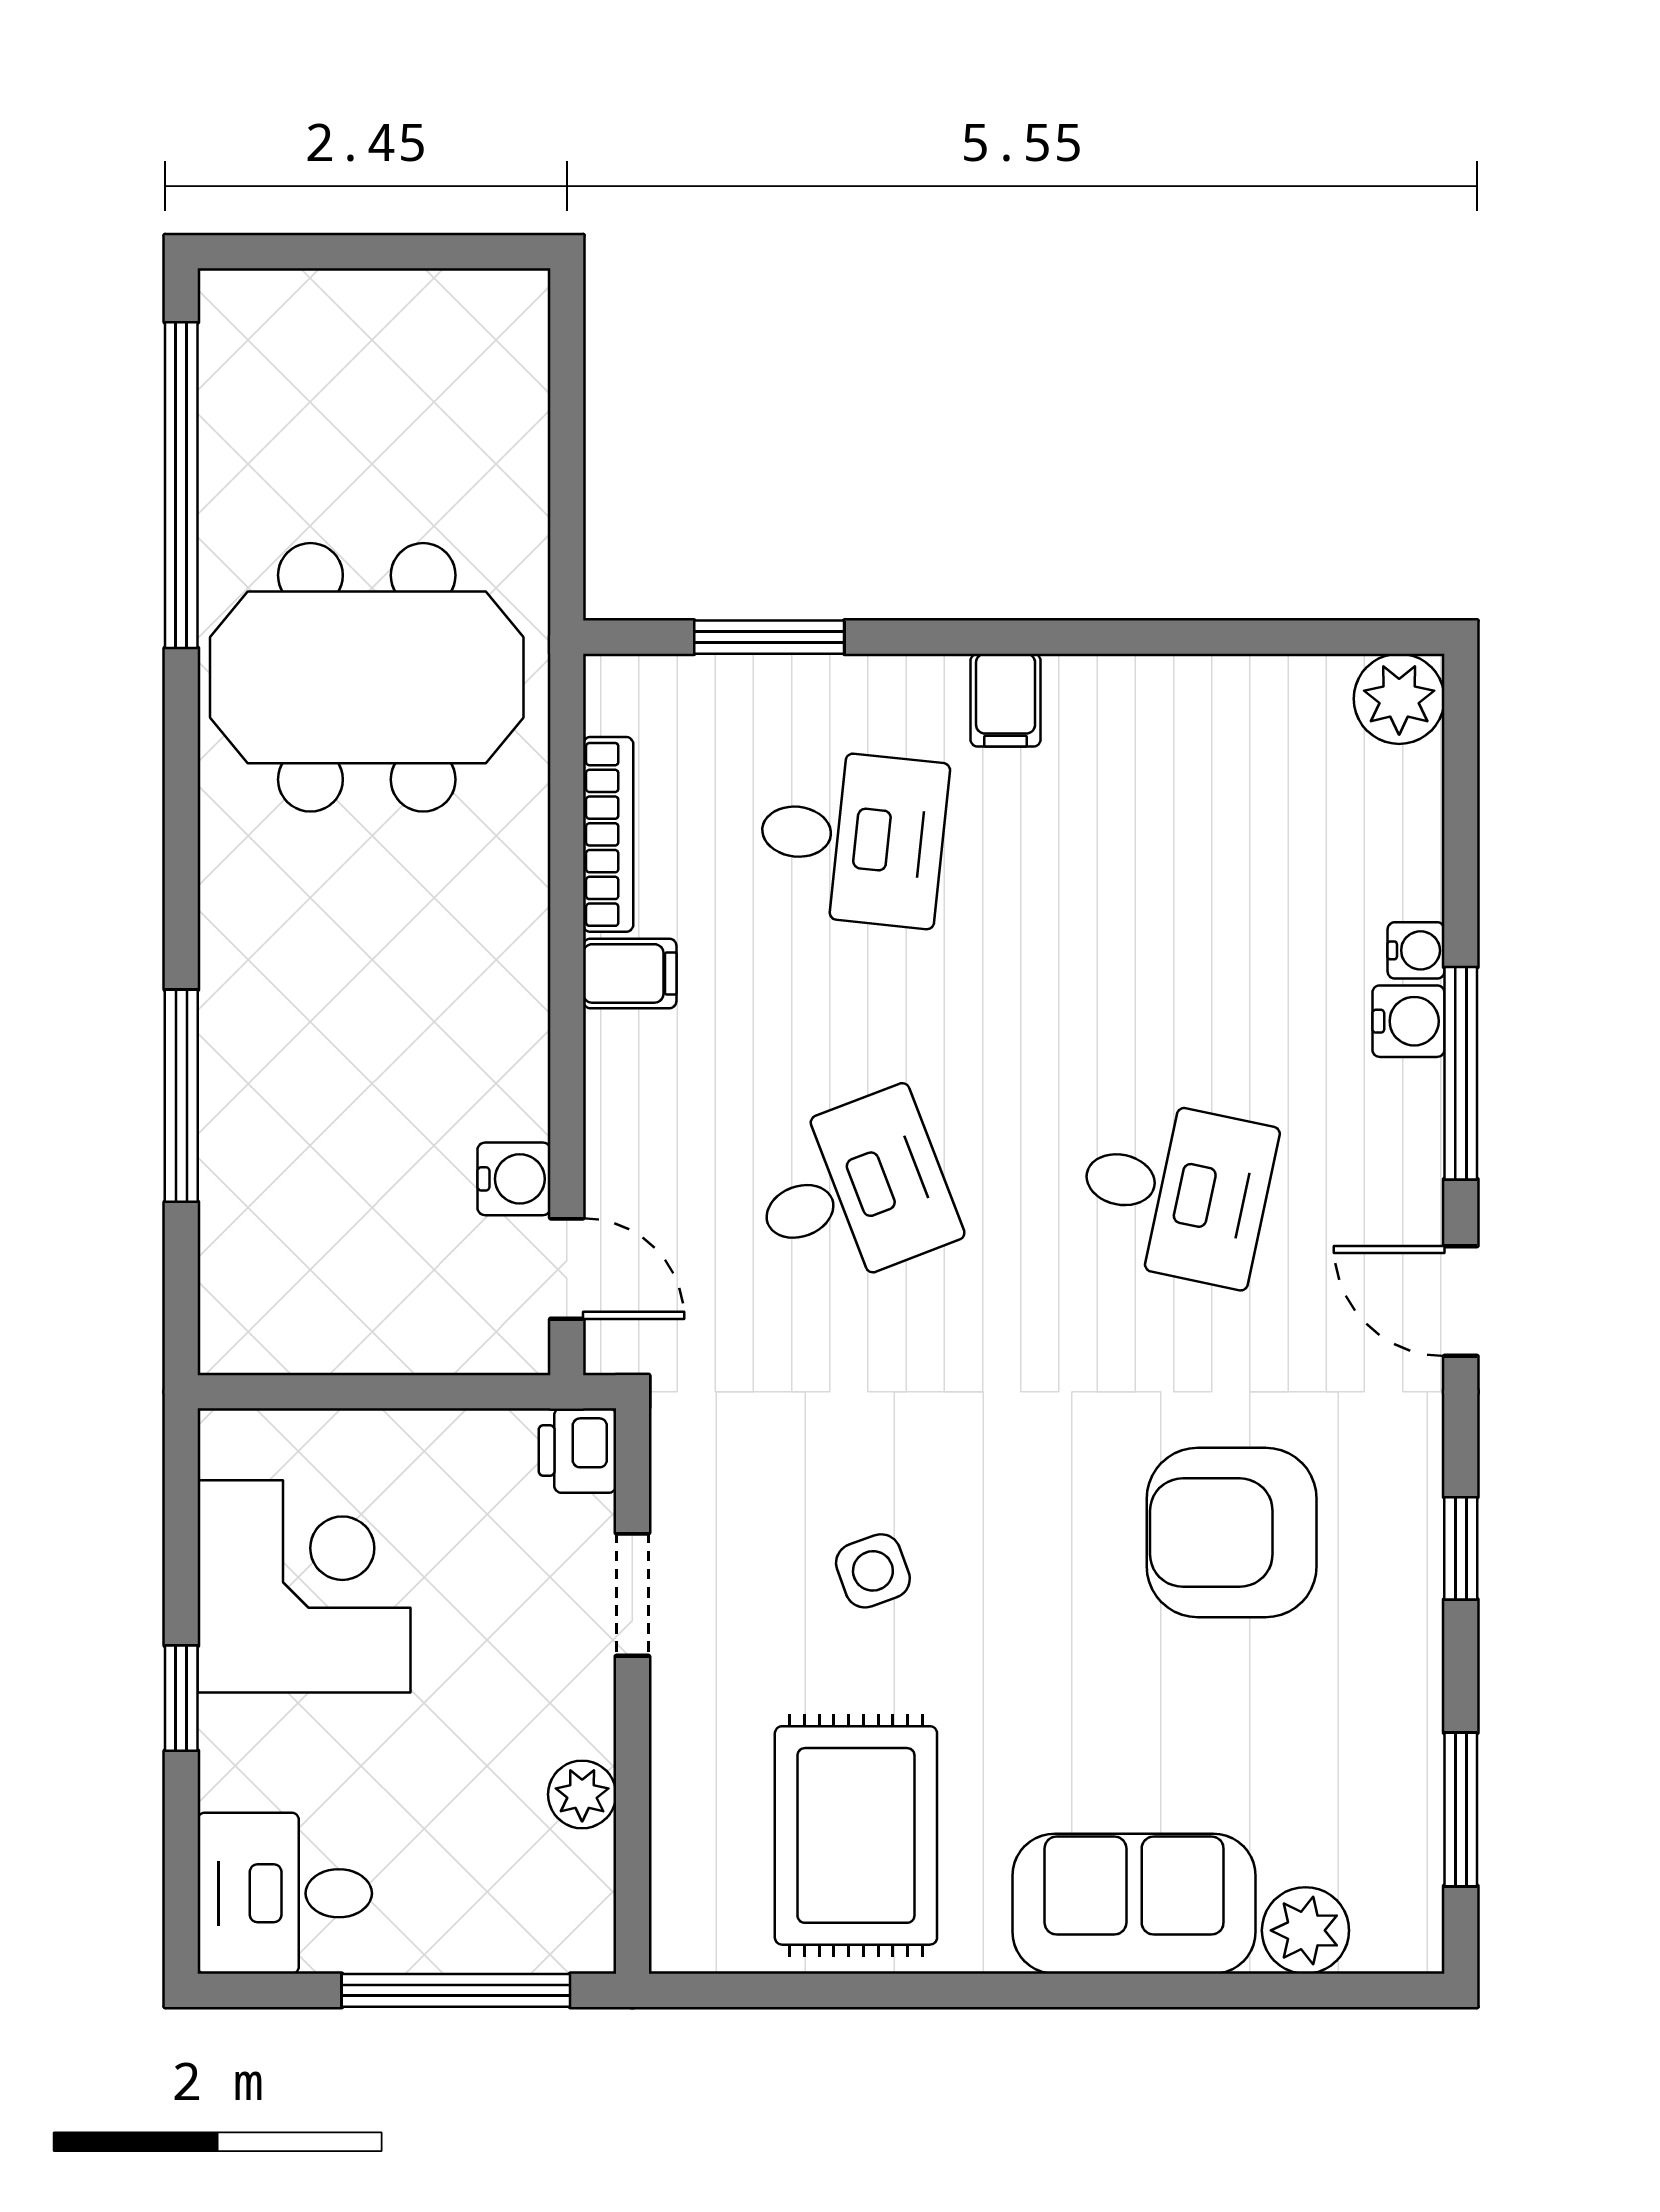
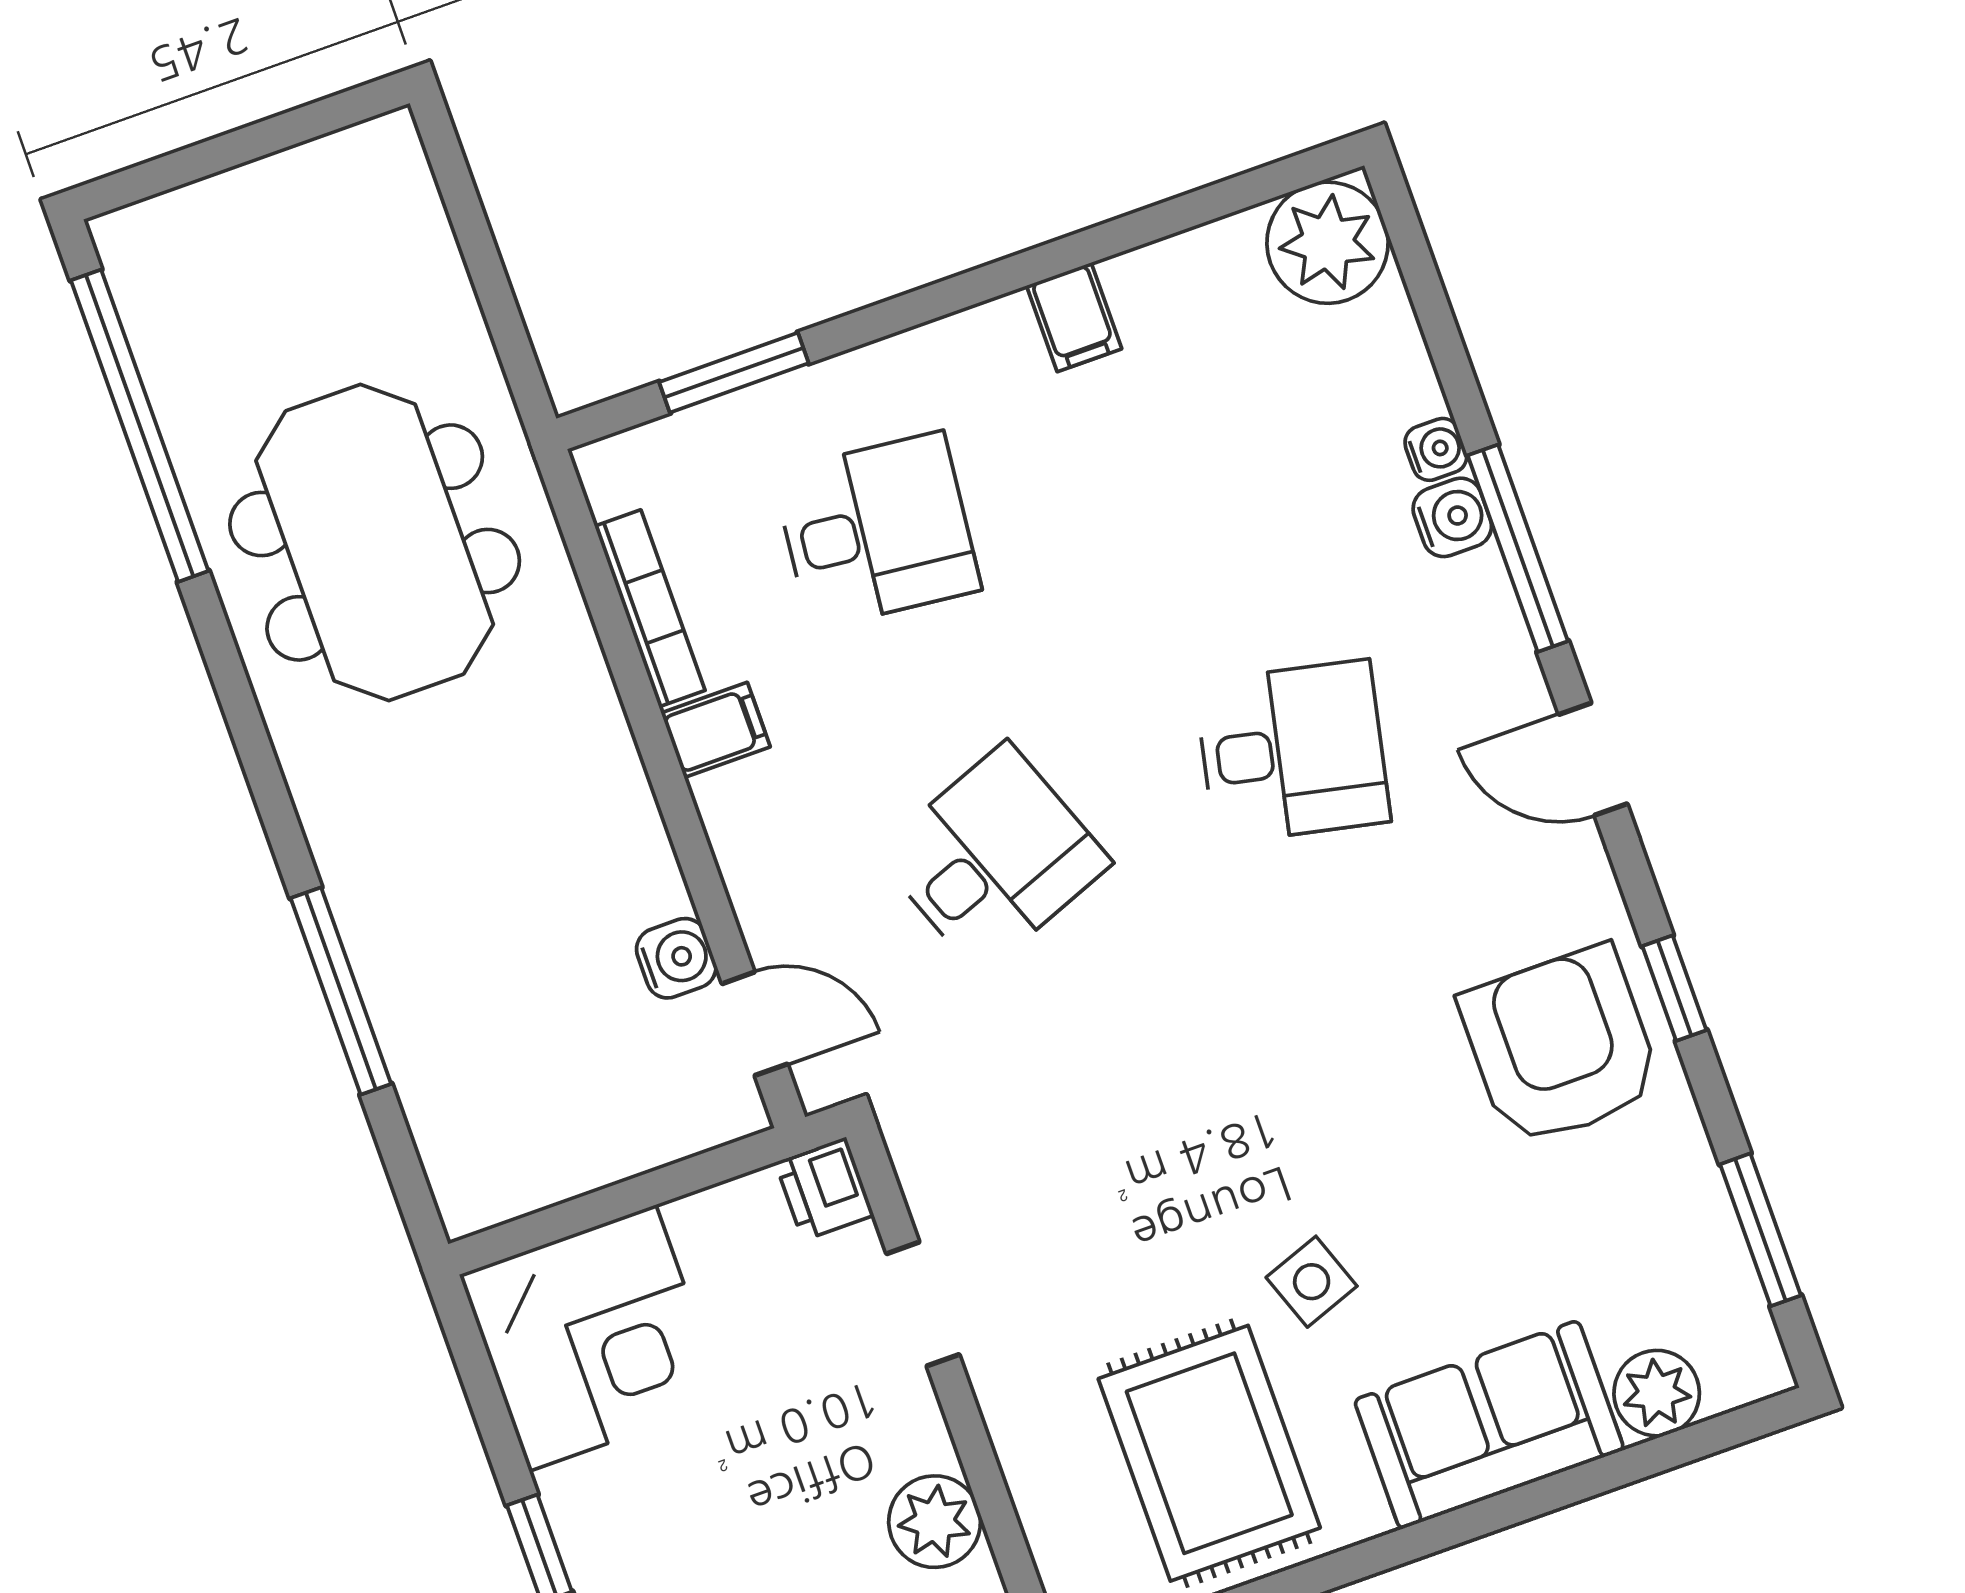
meeting table: (367, 677) -> (375, 542), turned 90
plant: (1399, 699) -> (1328, 243), width x1.36, depth x1.36
filing cabinet: (1006, 700) -> (1074, 317), moved
armchair: (1232, 1533) -> (1561, 1046), moved, turned 90
side table: (873, 1571) -> (1312, 1282), moved
corner desk: (304, 1586) -> (592, 1338), moved, turned 90
plant: (582, 1794) -> (935, 1522), width x1.38, depth x1.38

